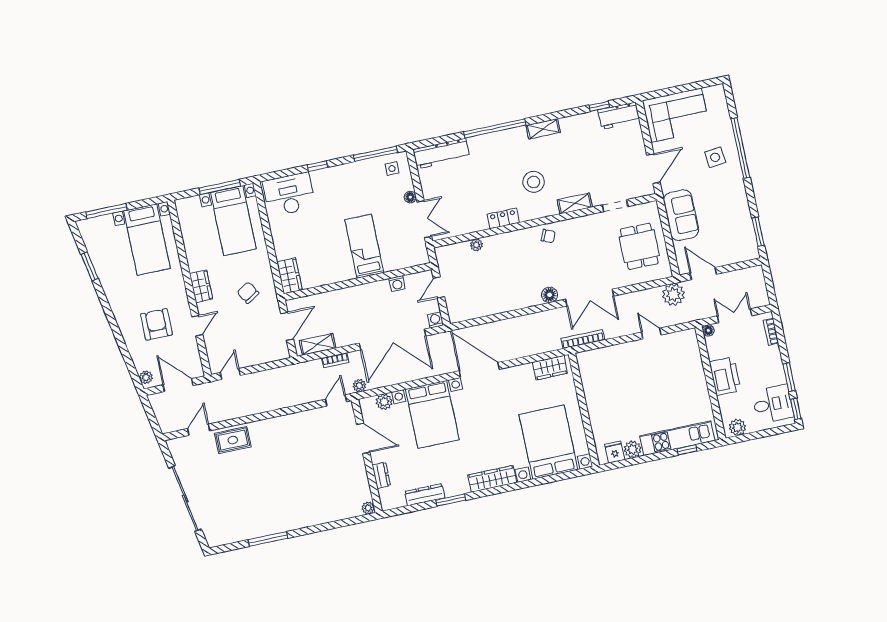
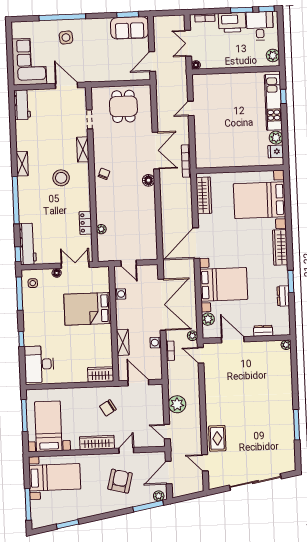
window: (599, 106) -> (18, 254), moved
sofa: (681, 215) -> (130, 28), moved, turned 180
locker: (503, 218) -> (85, 223), moved
bed with nightstands: (233, 221) -> (48, 426), moved, turned -90
bed: (364, 246) -> (88, 309), width x1.50
dining table: (639, 246) -> (123, 106), turned 90
wardrobe: (201, 286) -> (97, 443), width x1.50
plant: (673, 295) -> (177, 404), moved
washing machine: (435, 320) -> (156, 343), moved
armchair: (156, 324) -> (120, 481), turned 104
door: (197, 326) -> (126, 450), hinge flipped
shelving: (318, 344) -> (123, 342), moved
window: (131, 366) -> (148, 506), added
wardrobe: (550, 368) -> (204, 195), width x1.50
printer: (725, 376) -> (232, 22), moved, turned 180
door: (363, 438) -> (233, 340), hinge flipped
dresser: (425, 495) -> (283, 296), width x0.70

